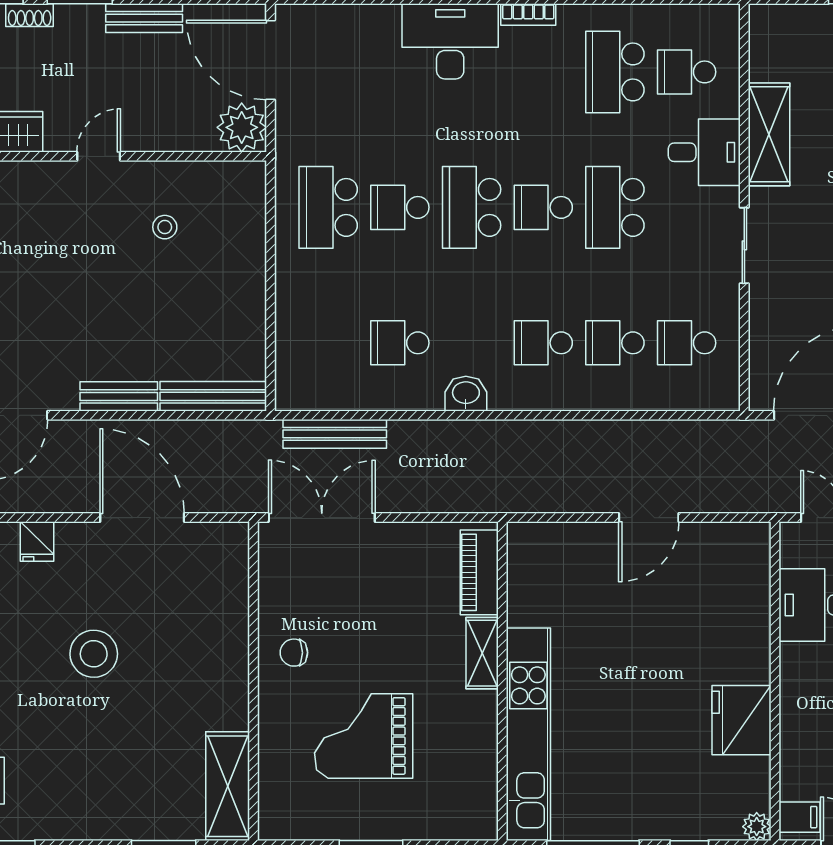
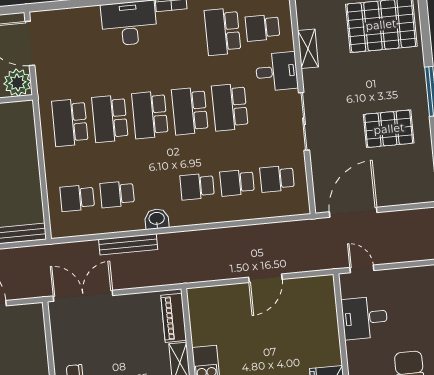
shelving: (769, 134) -> (308, 49), width x0.67, depth x0.75
school desk: (400, 207) -> (110, 119), width x1.85
school desk: (543, 207) -> (190, 111), width x1.85
sliding door: (744, 245) -> (304, 121), width x1.37
school desk: (328, 343) -> (77, 198), added
bench: (335, 434) -> (128, 244), moved

